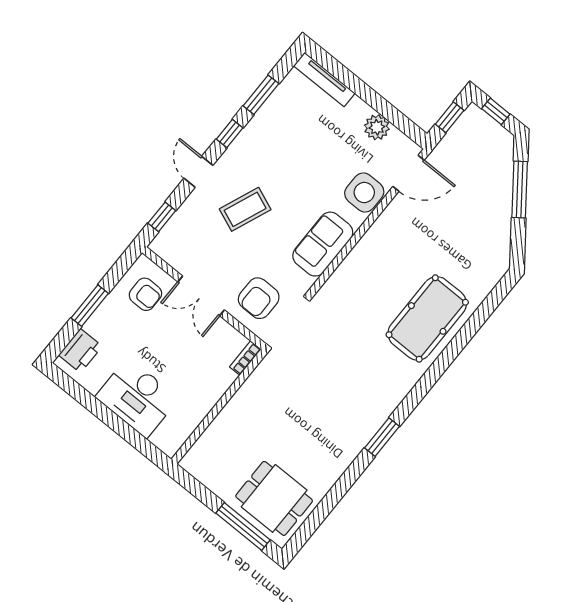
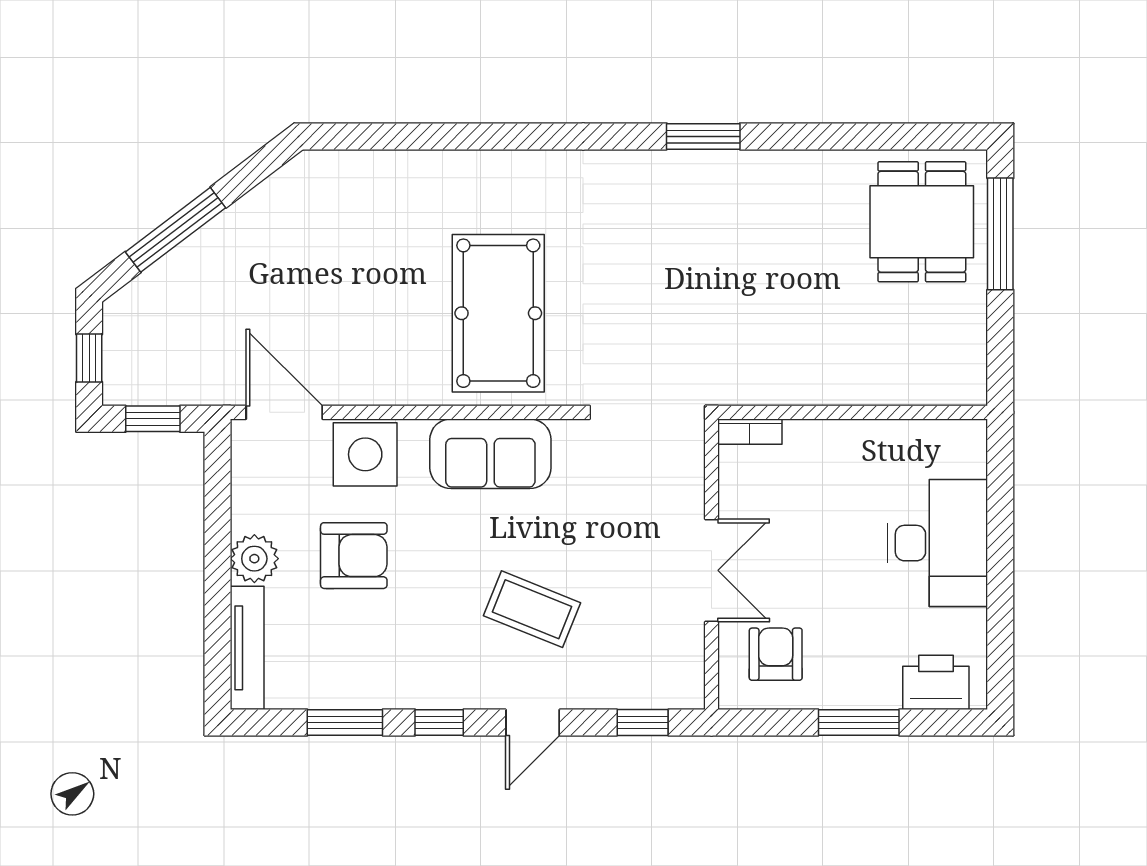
plant: (377, 127) -> (254, 559), moved
armchair: (259, 298) -> (354, 556), moved
pool table: (427, 318) -> (498, 313), moved, turned 90

